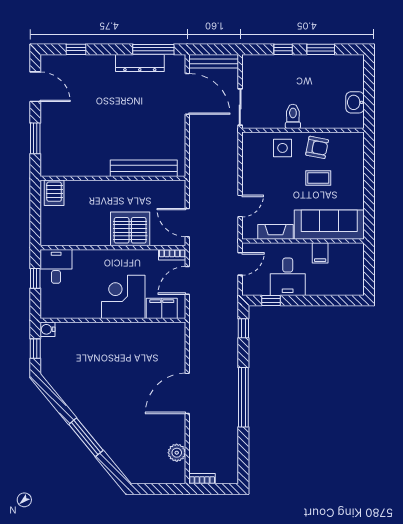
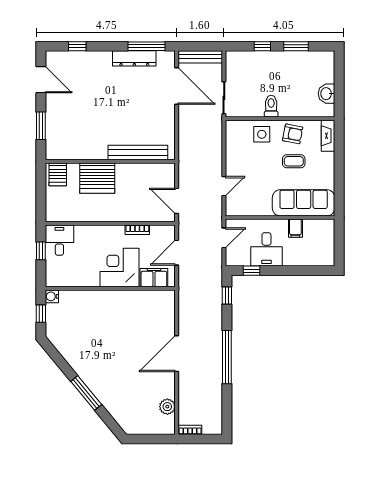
server rack: (130, 229) -> (97, 178), moved, turned 180
fireplace: (276, 232) -> (328, 136), moved, turned -90
bookcase: (172, 255) -> (137, 230), moved

